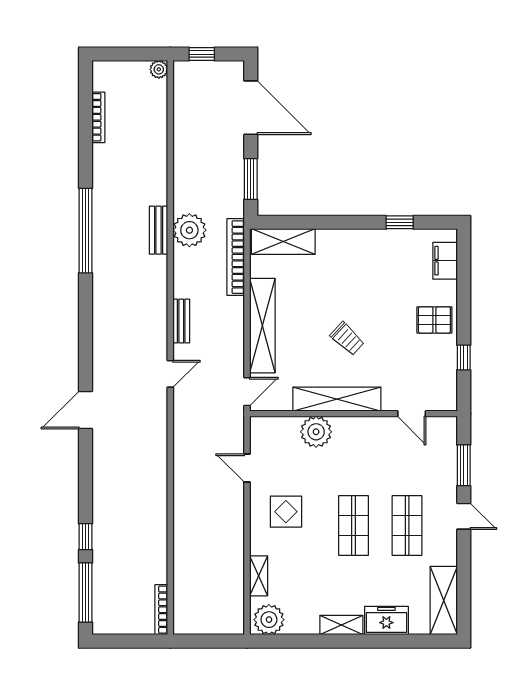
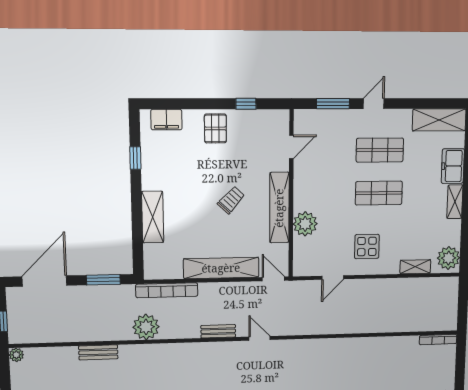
bench: (159, 230) -> (98, 352), moved
shelving: (283, 241) -> (153, 217), moved

